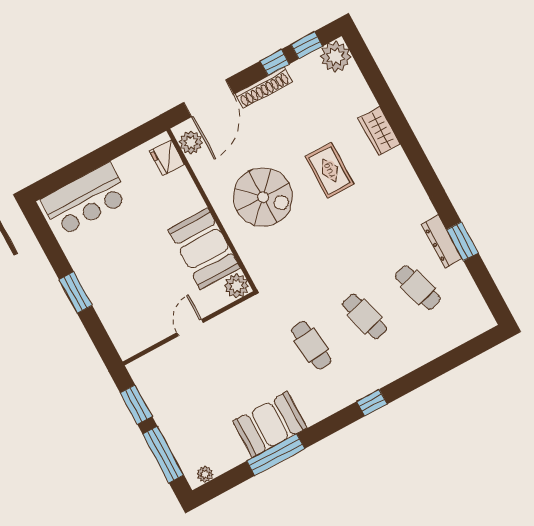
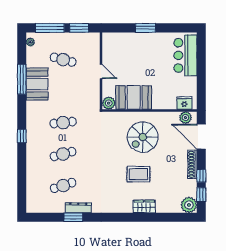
cafe table: (205, 403) -> (63, 60), added

